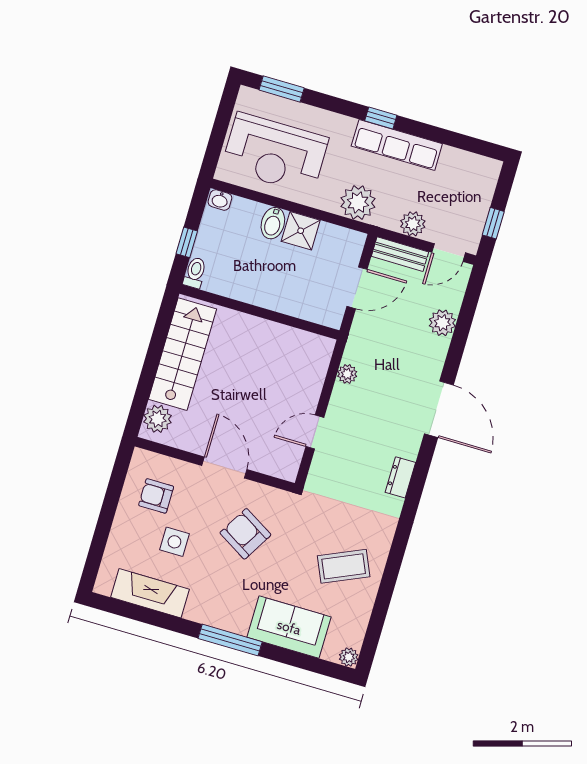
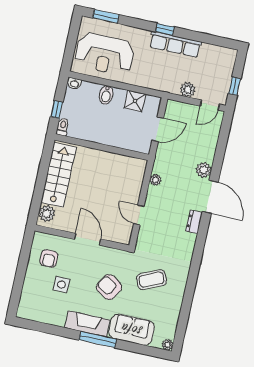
plant: (358, 202) -> (155, 79), removed
shower: (301, 231) -> (135, 101), moved
bench: (400, 254) -> (181, 108), removed
plant: (442, 323) -> (204, 170), moved
door: (315, 432) -> (139, 215), hinge flipped
dresser: (400, 477) -> (194, 222), moved
armchair: (156, 496) -> (49, 258), turned -90
armchair: (245, 534) -> (109, 287), moved
coffee table: (344, 566) -> (152, 280), moved
fireplace: (150, 593) -> (87, 324), moved

